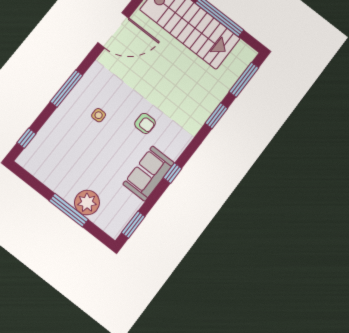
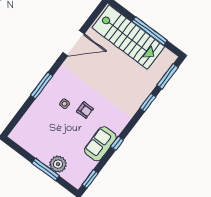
armchair: (145, 123) -> (85, 110), moved
window: (26, 138) -> (15, 121), removed

